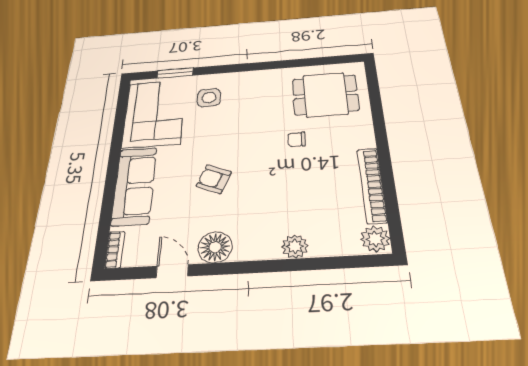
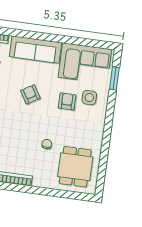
armchair: (219, 125) -> (67, 101), added
armchair: (214, 179) -> (30, 94), turned -54

